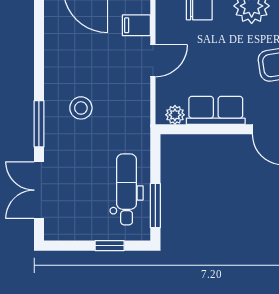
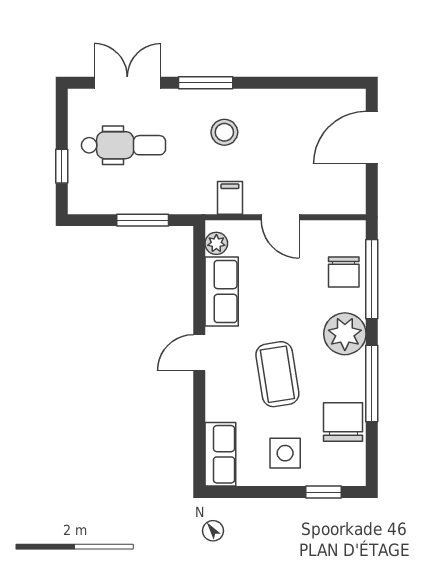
filing cabinet: (136, 25) -> (230, 198), moved
dental chair: (127, 189) -> (123, 145), moved
window: (155, 206) -> (143, 220), moved

